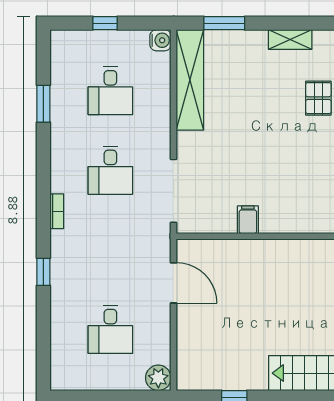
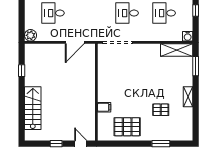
shelving: (190, 80) -> (177, 50), width x0.68
filing cabinet: (248, 220) -> (104, 107), moved

